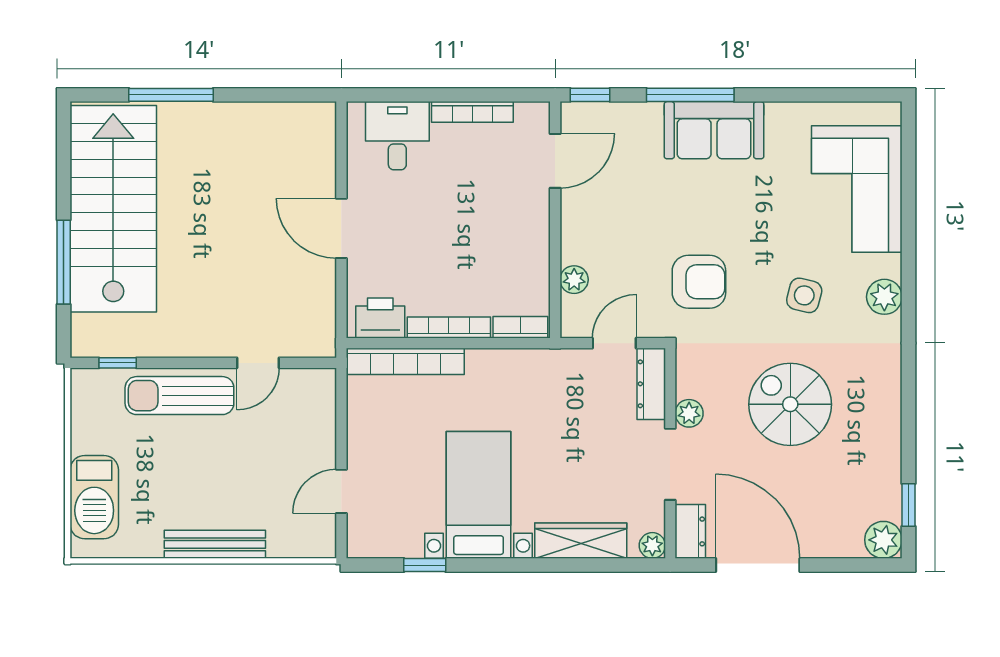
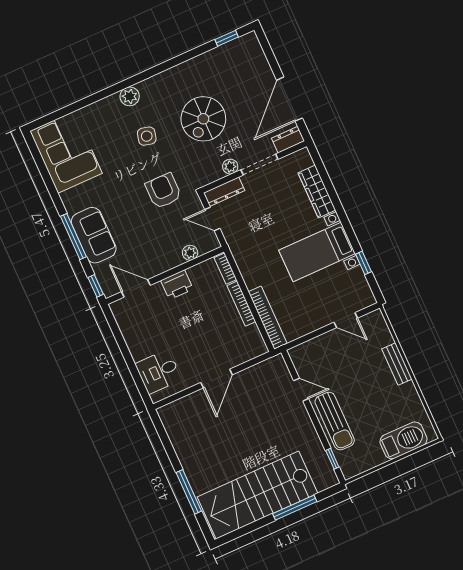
bookcase: (472, 112) -> (130, 340), removed
sofa: (714, 130) -> (94, 235), moved
corner sofa: (857, 189) -> (66, 152), moved, turned -90
printer: (380, 318) -> (177, 285), moved, turned -90
plant: (883, 540) -> (249, 43), removed
bench: (215, 544) -> (397, 364), width x0.73
plant: (652, 545) -> (303, 155), removed

